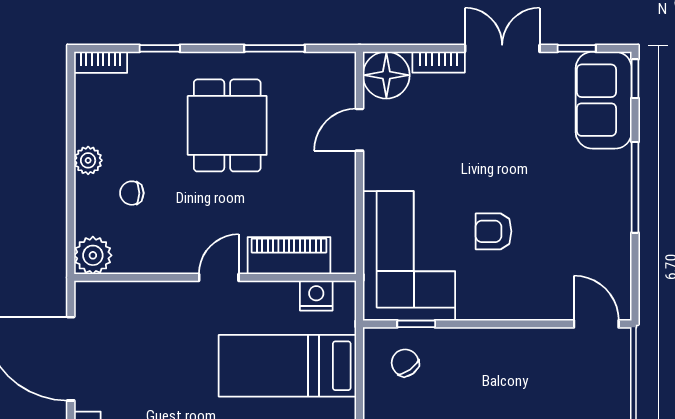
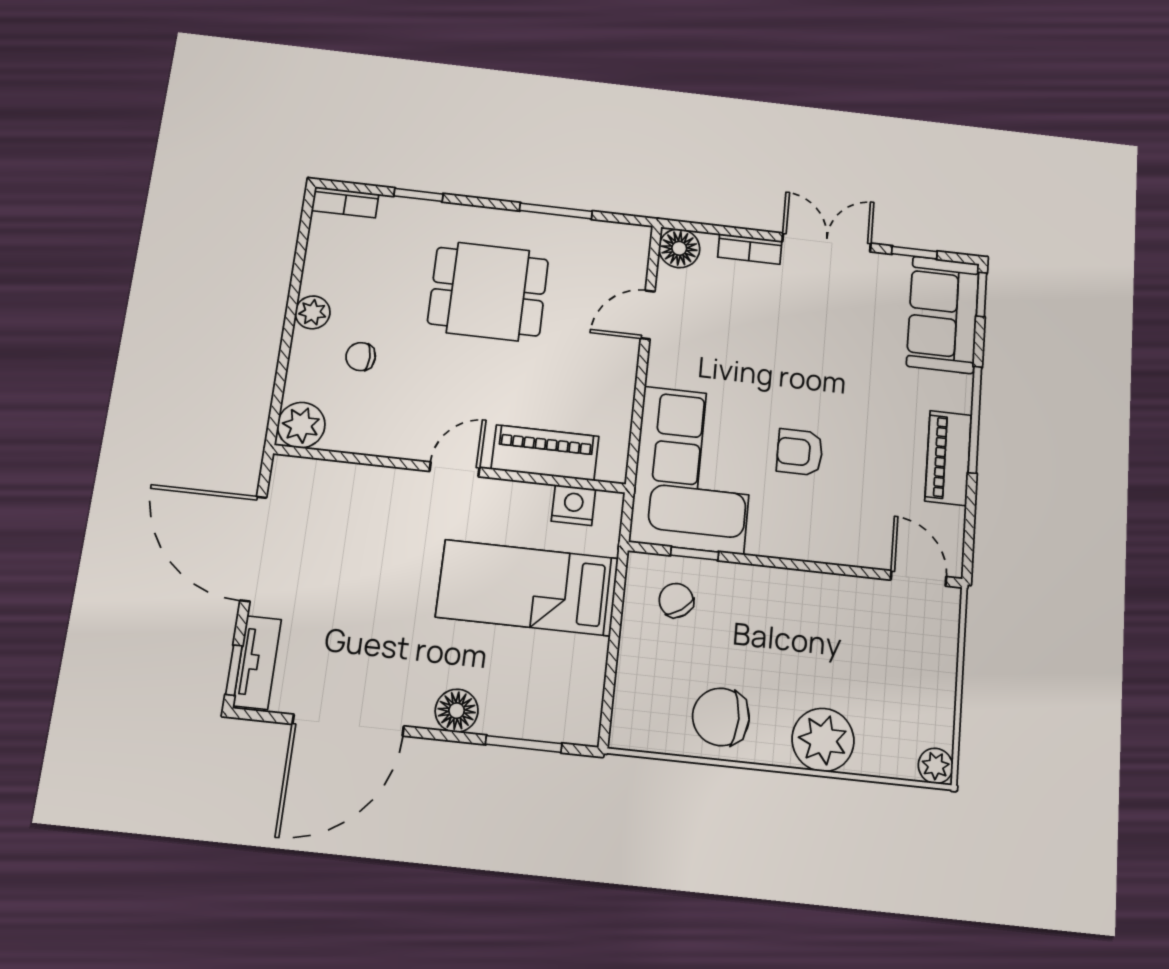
floor lamp: (386, 75) -> (679, 248), width x0.73, depth x0.73
dining table: (227, 125) -> (488, 291), turned 90
piano: (615, 222) -> (948, 458), added

